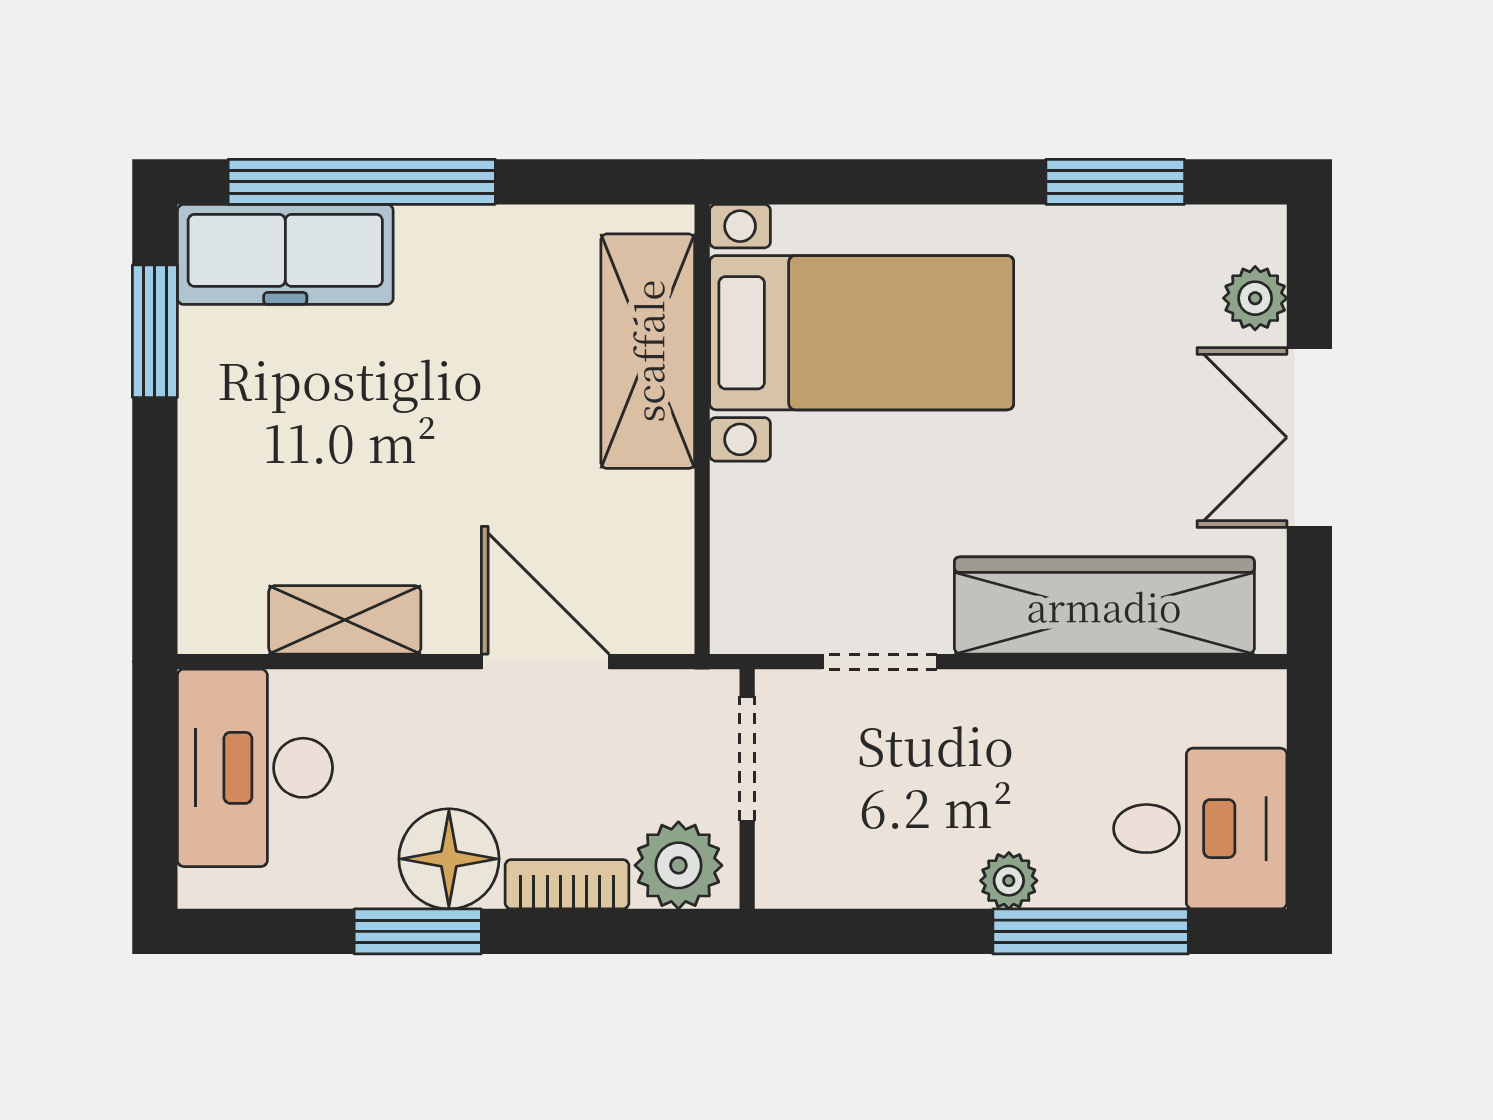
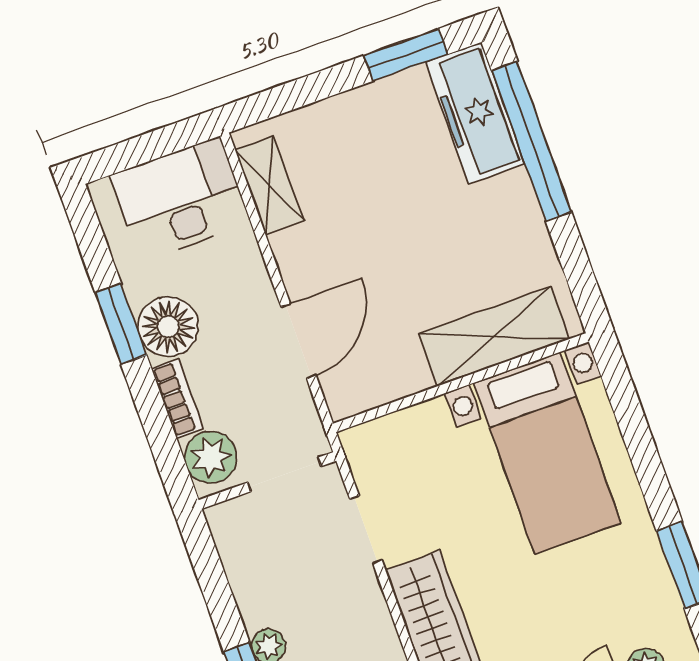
shelving: (345, 620) -> (269, 185), moved

